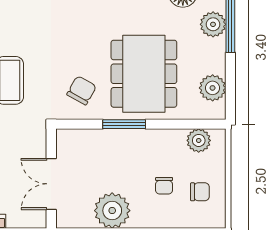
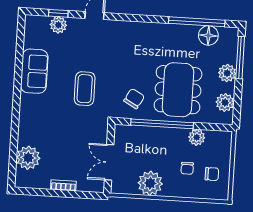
plant: (213, 24) -> (227, 73), moved
window: (124, 124) -> (162, 124), width x2.11
plant: (199, 140) -> (197, 137), moved

